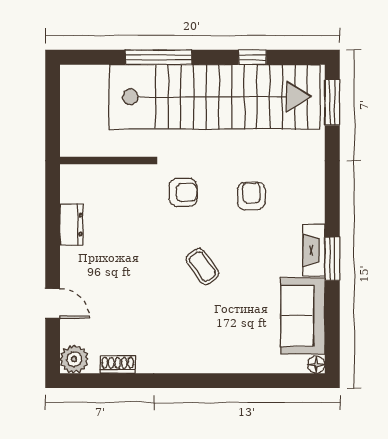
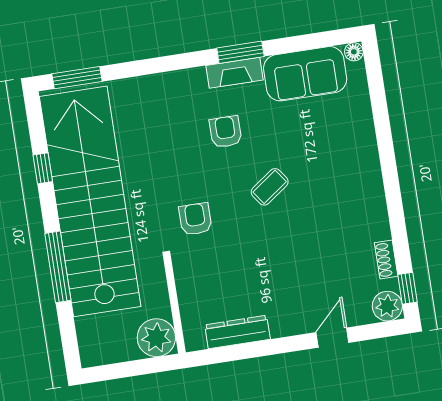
plant: (78, 139) -> (156, 338), added
armchair: (251, 196) -> (226, 132), moved, turned 90
dresser: (72, 224) -> (237, 332), width x1.44
window: (88, 381) -> (408, 288), added

